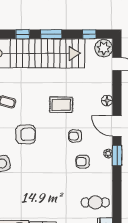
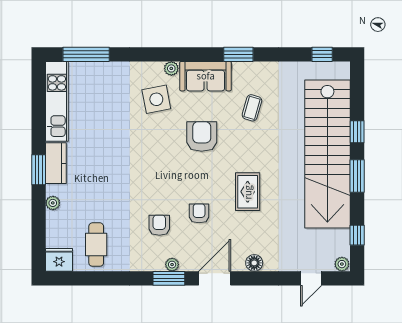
plant: (104, 48) -> (342, 264), width x0.53, depth x0.53
armchair: (26, 134) -> (202, 136), turned 180

